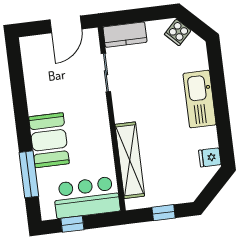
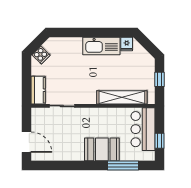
door: (66, 24) -> (27, 142), moved
kitchen sink: (200, 99) -> (101, 46), moved

